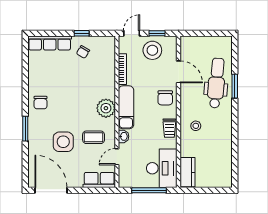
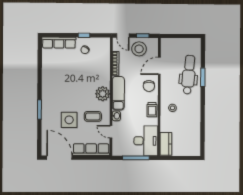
door: (132, 33) -> (123, 36), swing flipped
door: (179, 72) -> (159, 66), swing flipped
chair: (41, 103) -> (52, 89), removed
door: (117, 157) -> (111, 132), hinge flipped
row of seats: (99, 180) -> (91, 150), width x1.48

